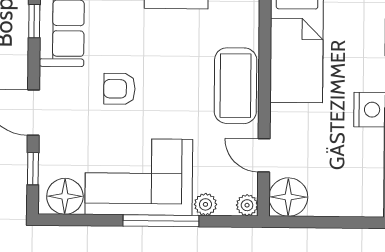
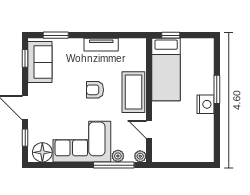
armchair: (119, 89) -> (95, 90), moved
floor lamp: (288, 197) -> (162, 152), removed
window: (161, 221) -> (114, 165), moved

